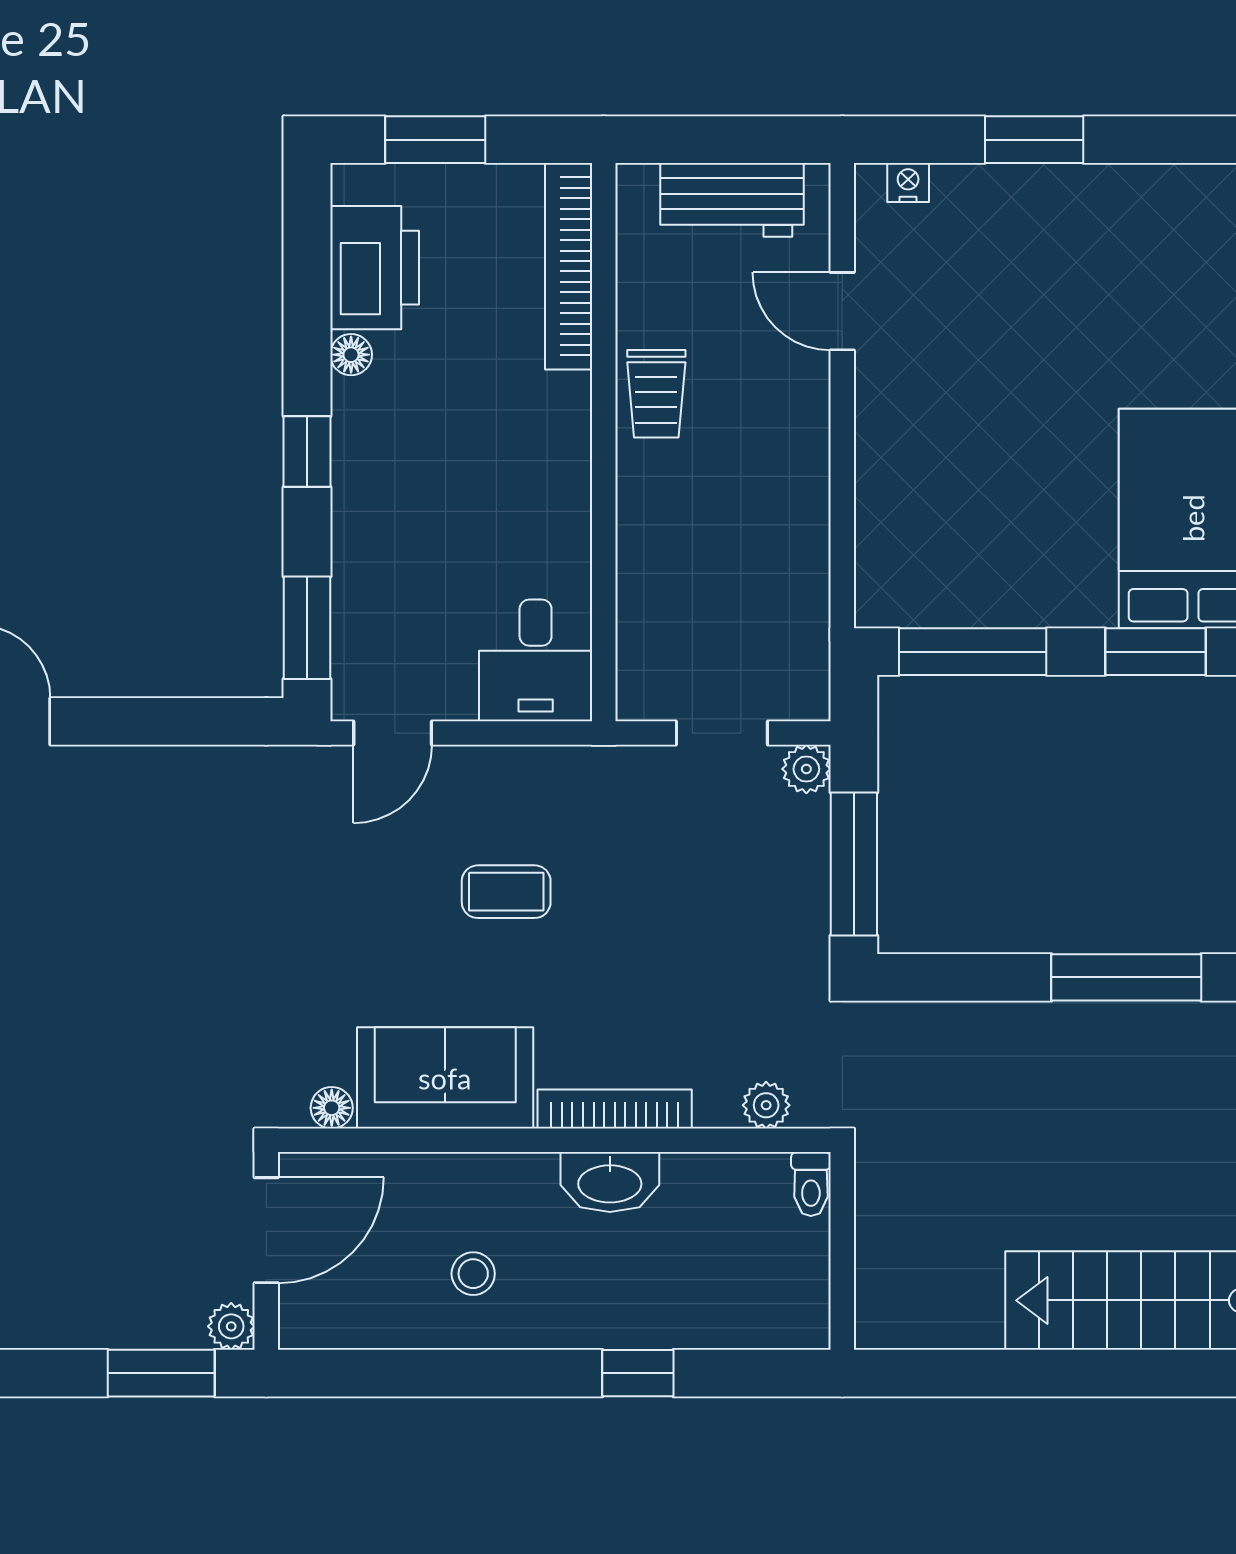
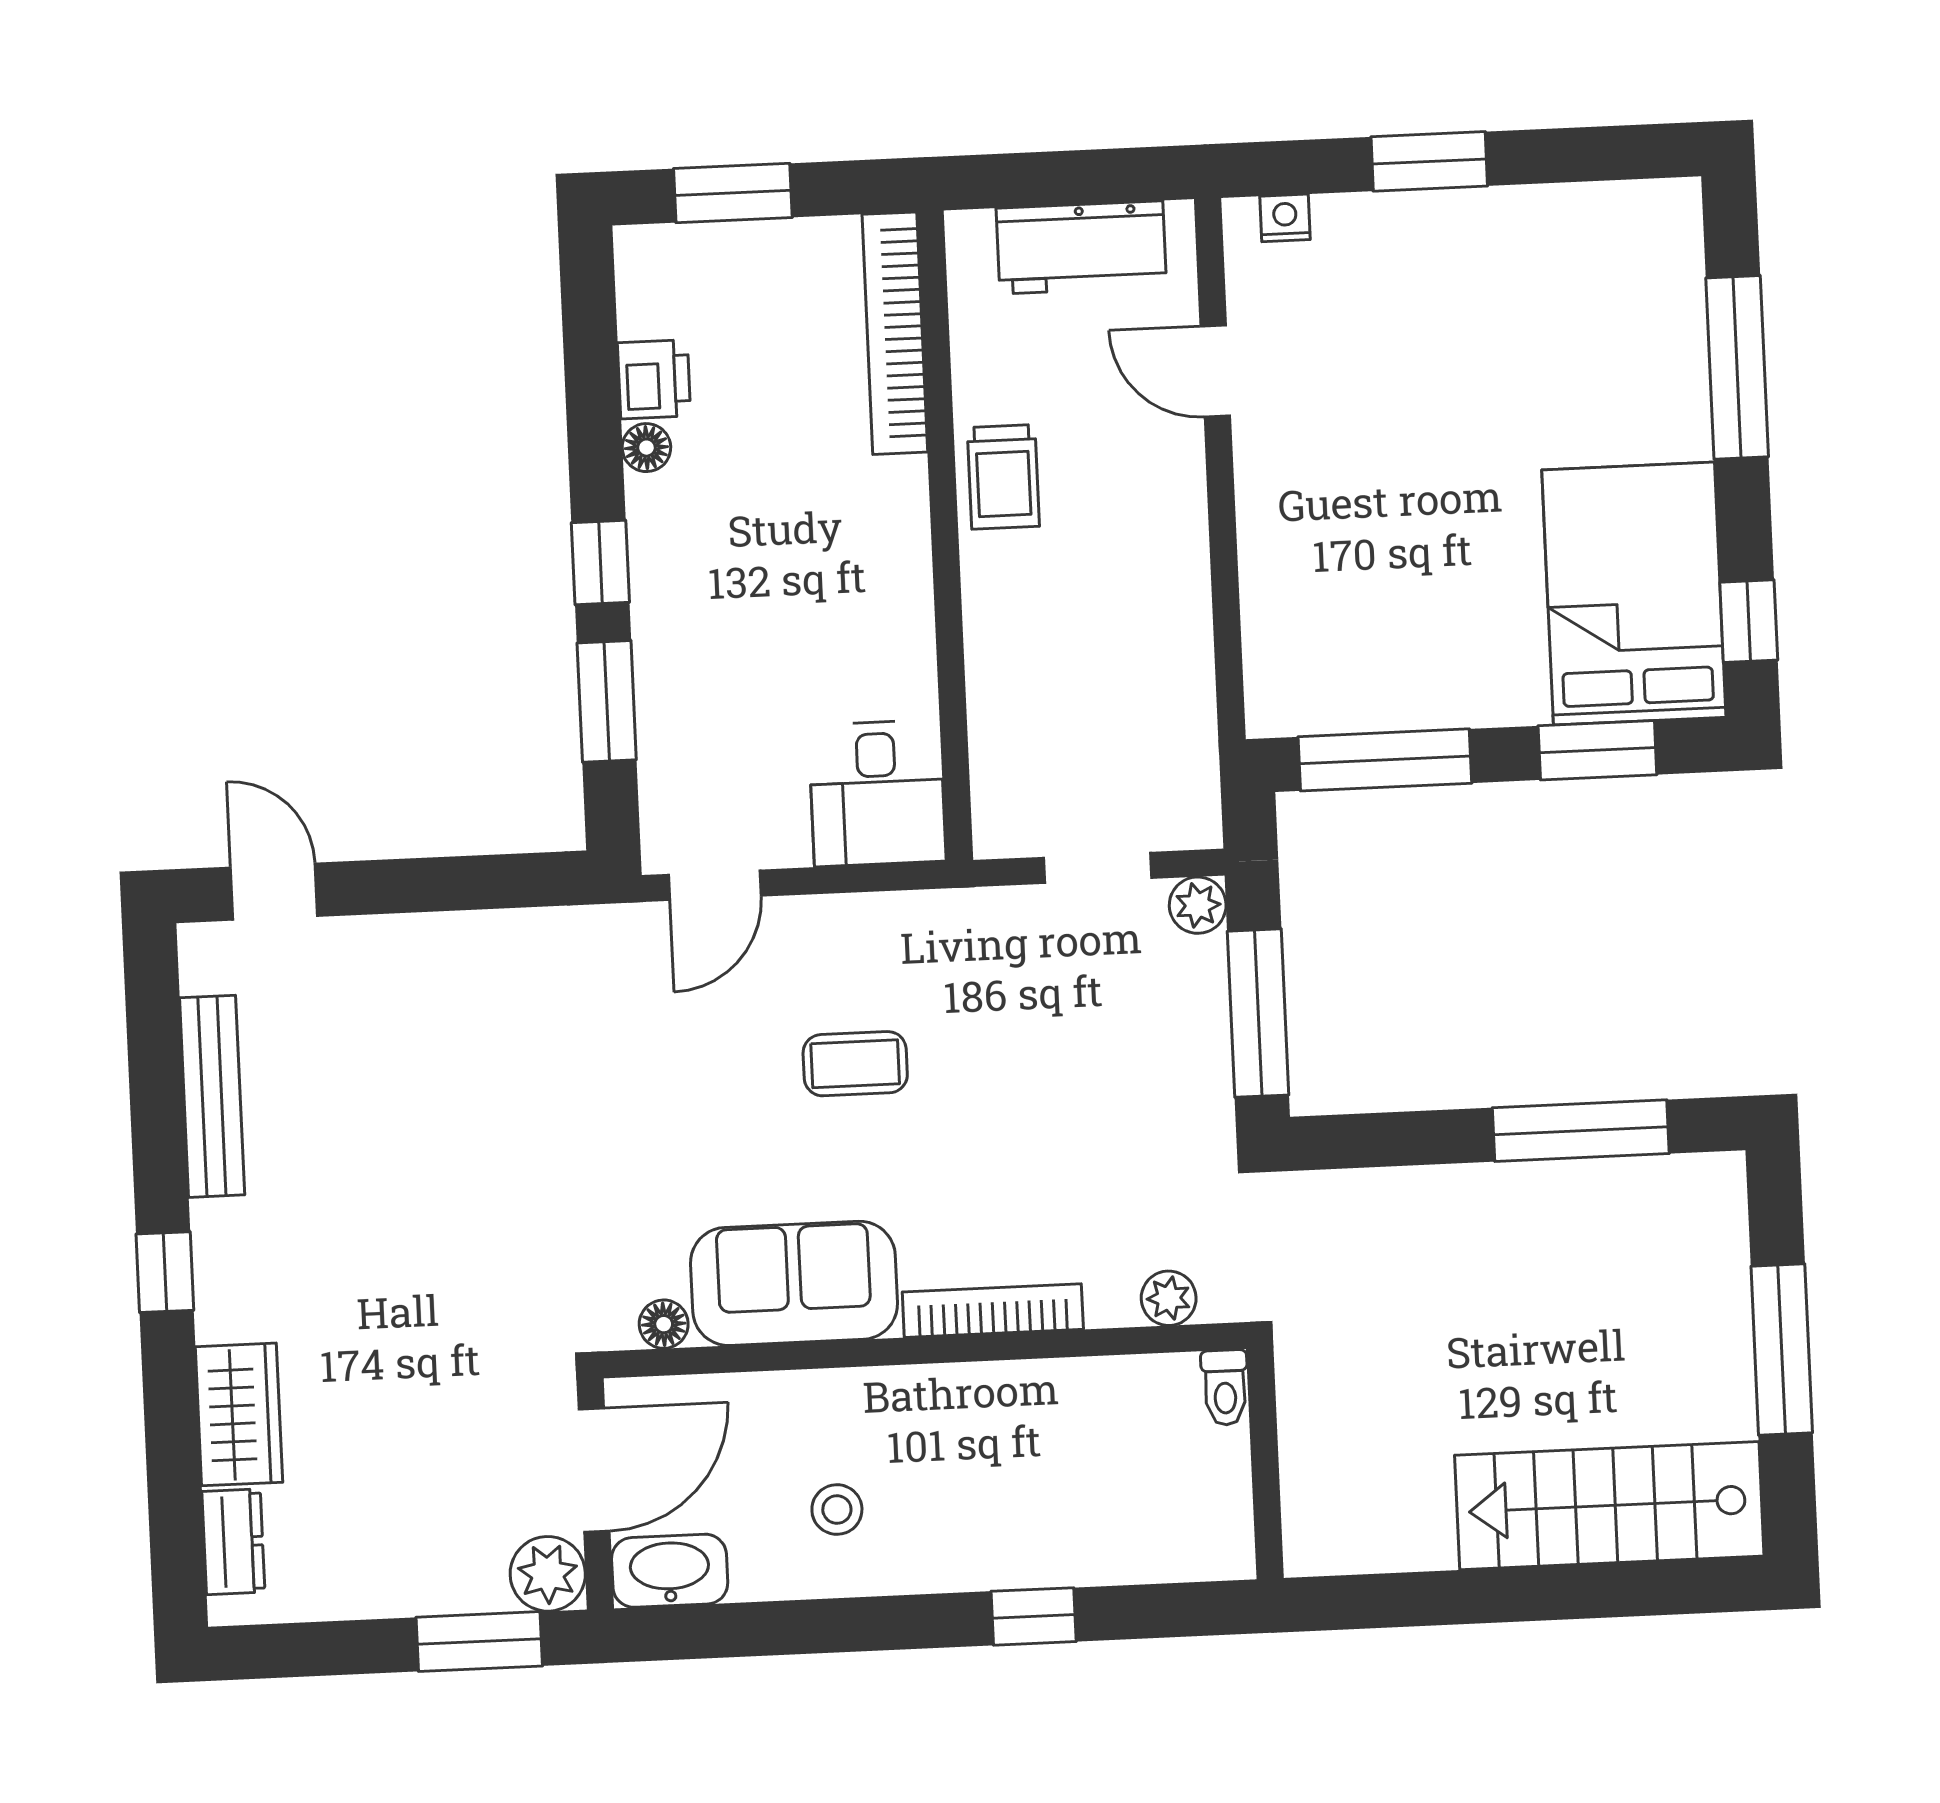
printer: (375, 268) -> (654, 379), width x0.53, depth x0.68
window: (307, 628) -> (607, 701), moved
washbasin: (610, 1182) -> (670, 1571), moved, turned 180
plant: (231, 1326) -> (548, 1574), width x1.38, depth x1.38

